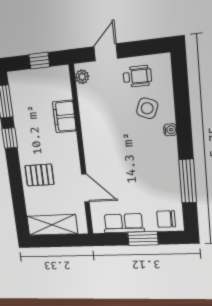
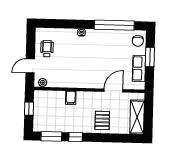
door: (106, 52) -> (30, 66), hinge flipped
side table: (147, 108) -> (67, 45), removed
filing cabinet: (64, 116) -> (71, 98), width x0.50
window: (188, 181) -> (114, 25), width x1.46

